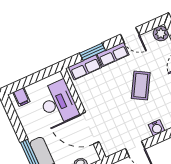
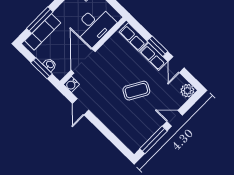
window: (93, 52) -> (157, 46), moved
water cooler: (157, 128) -> (71, 84), moved

